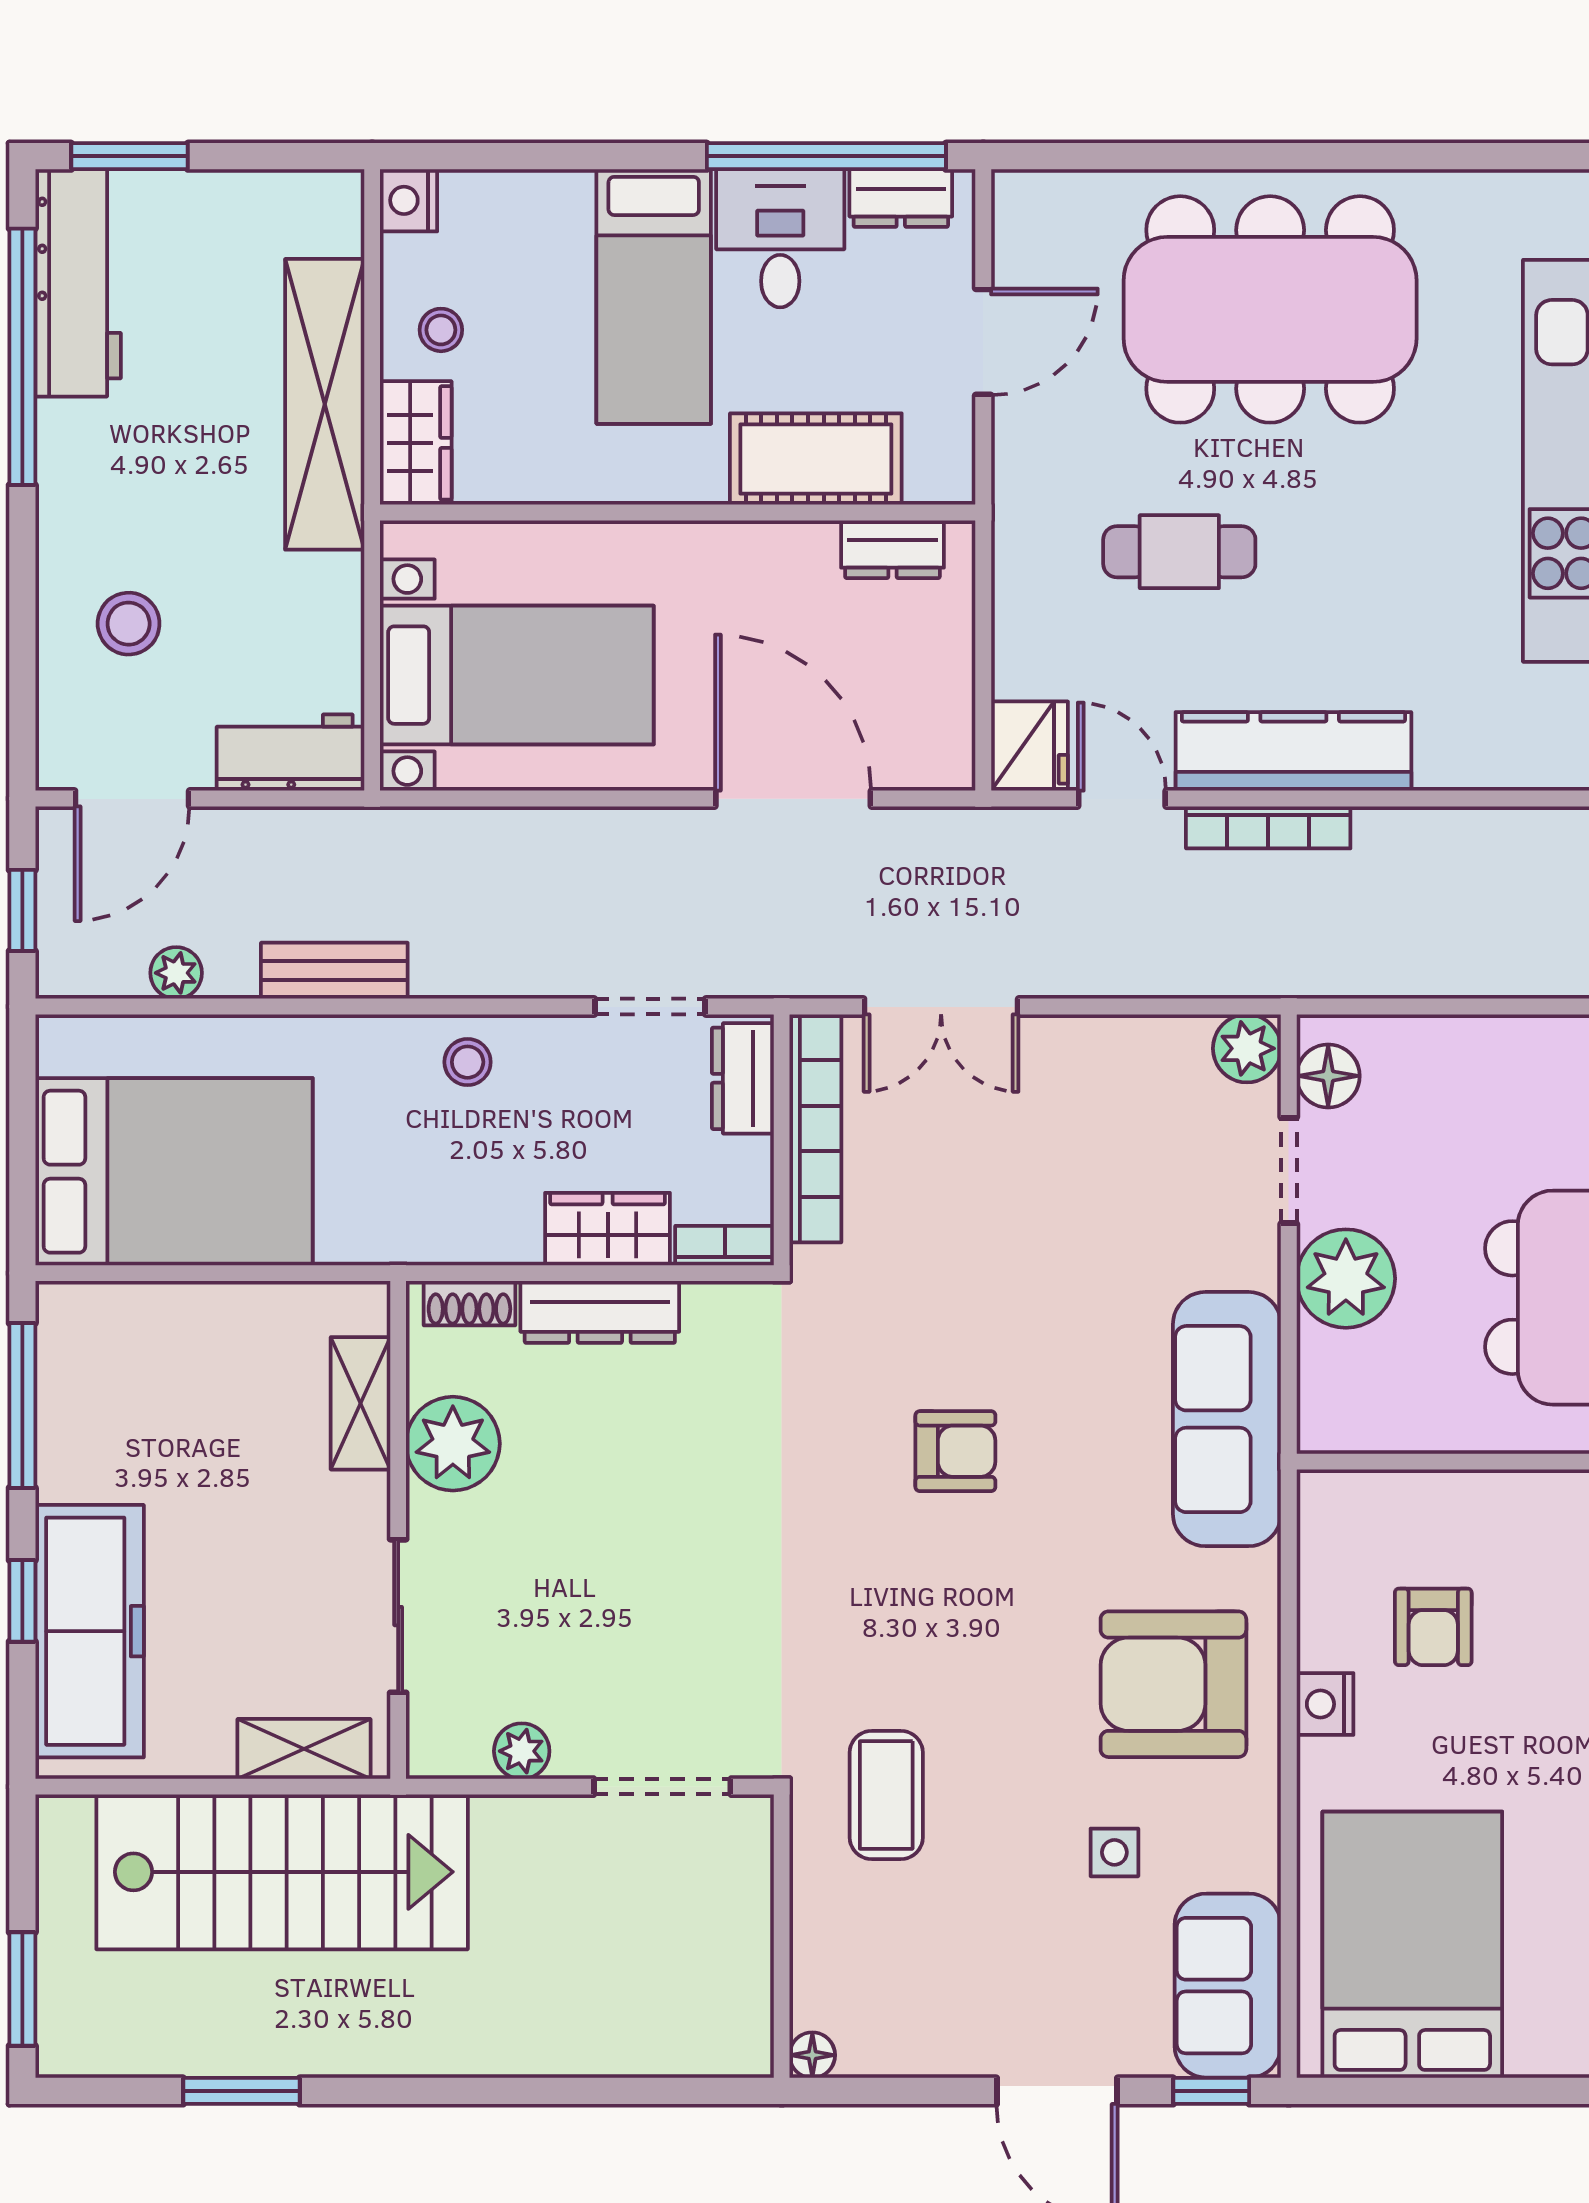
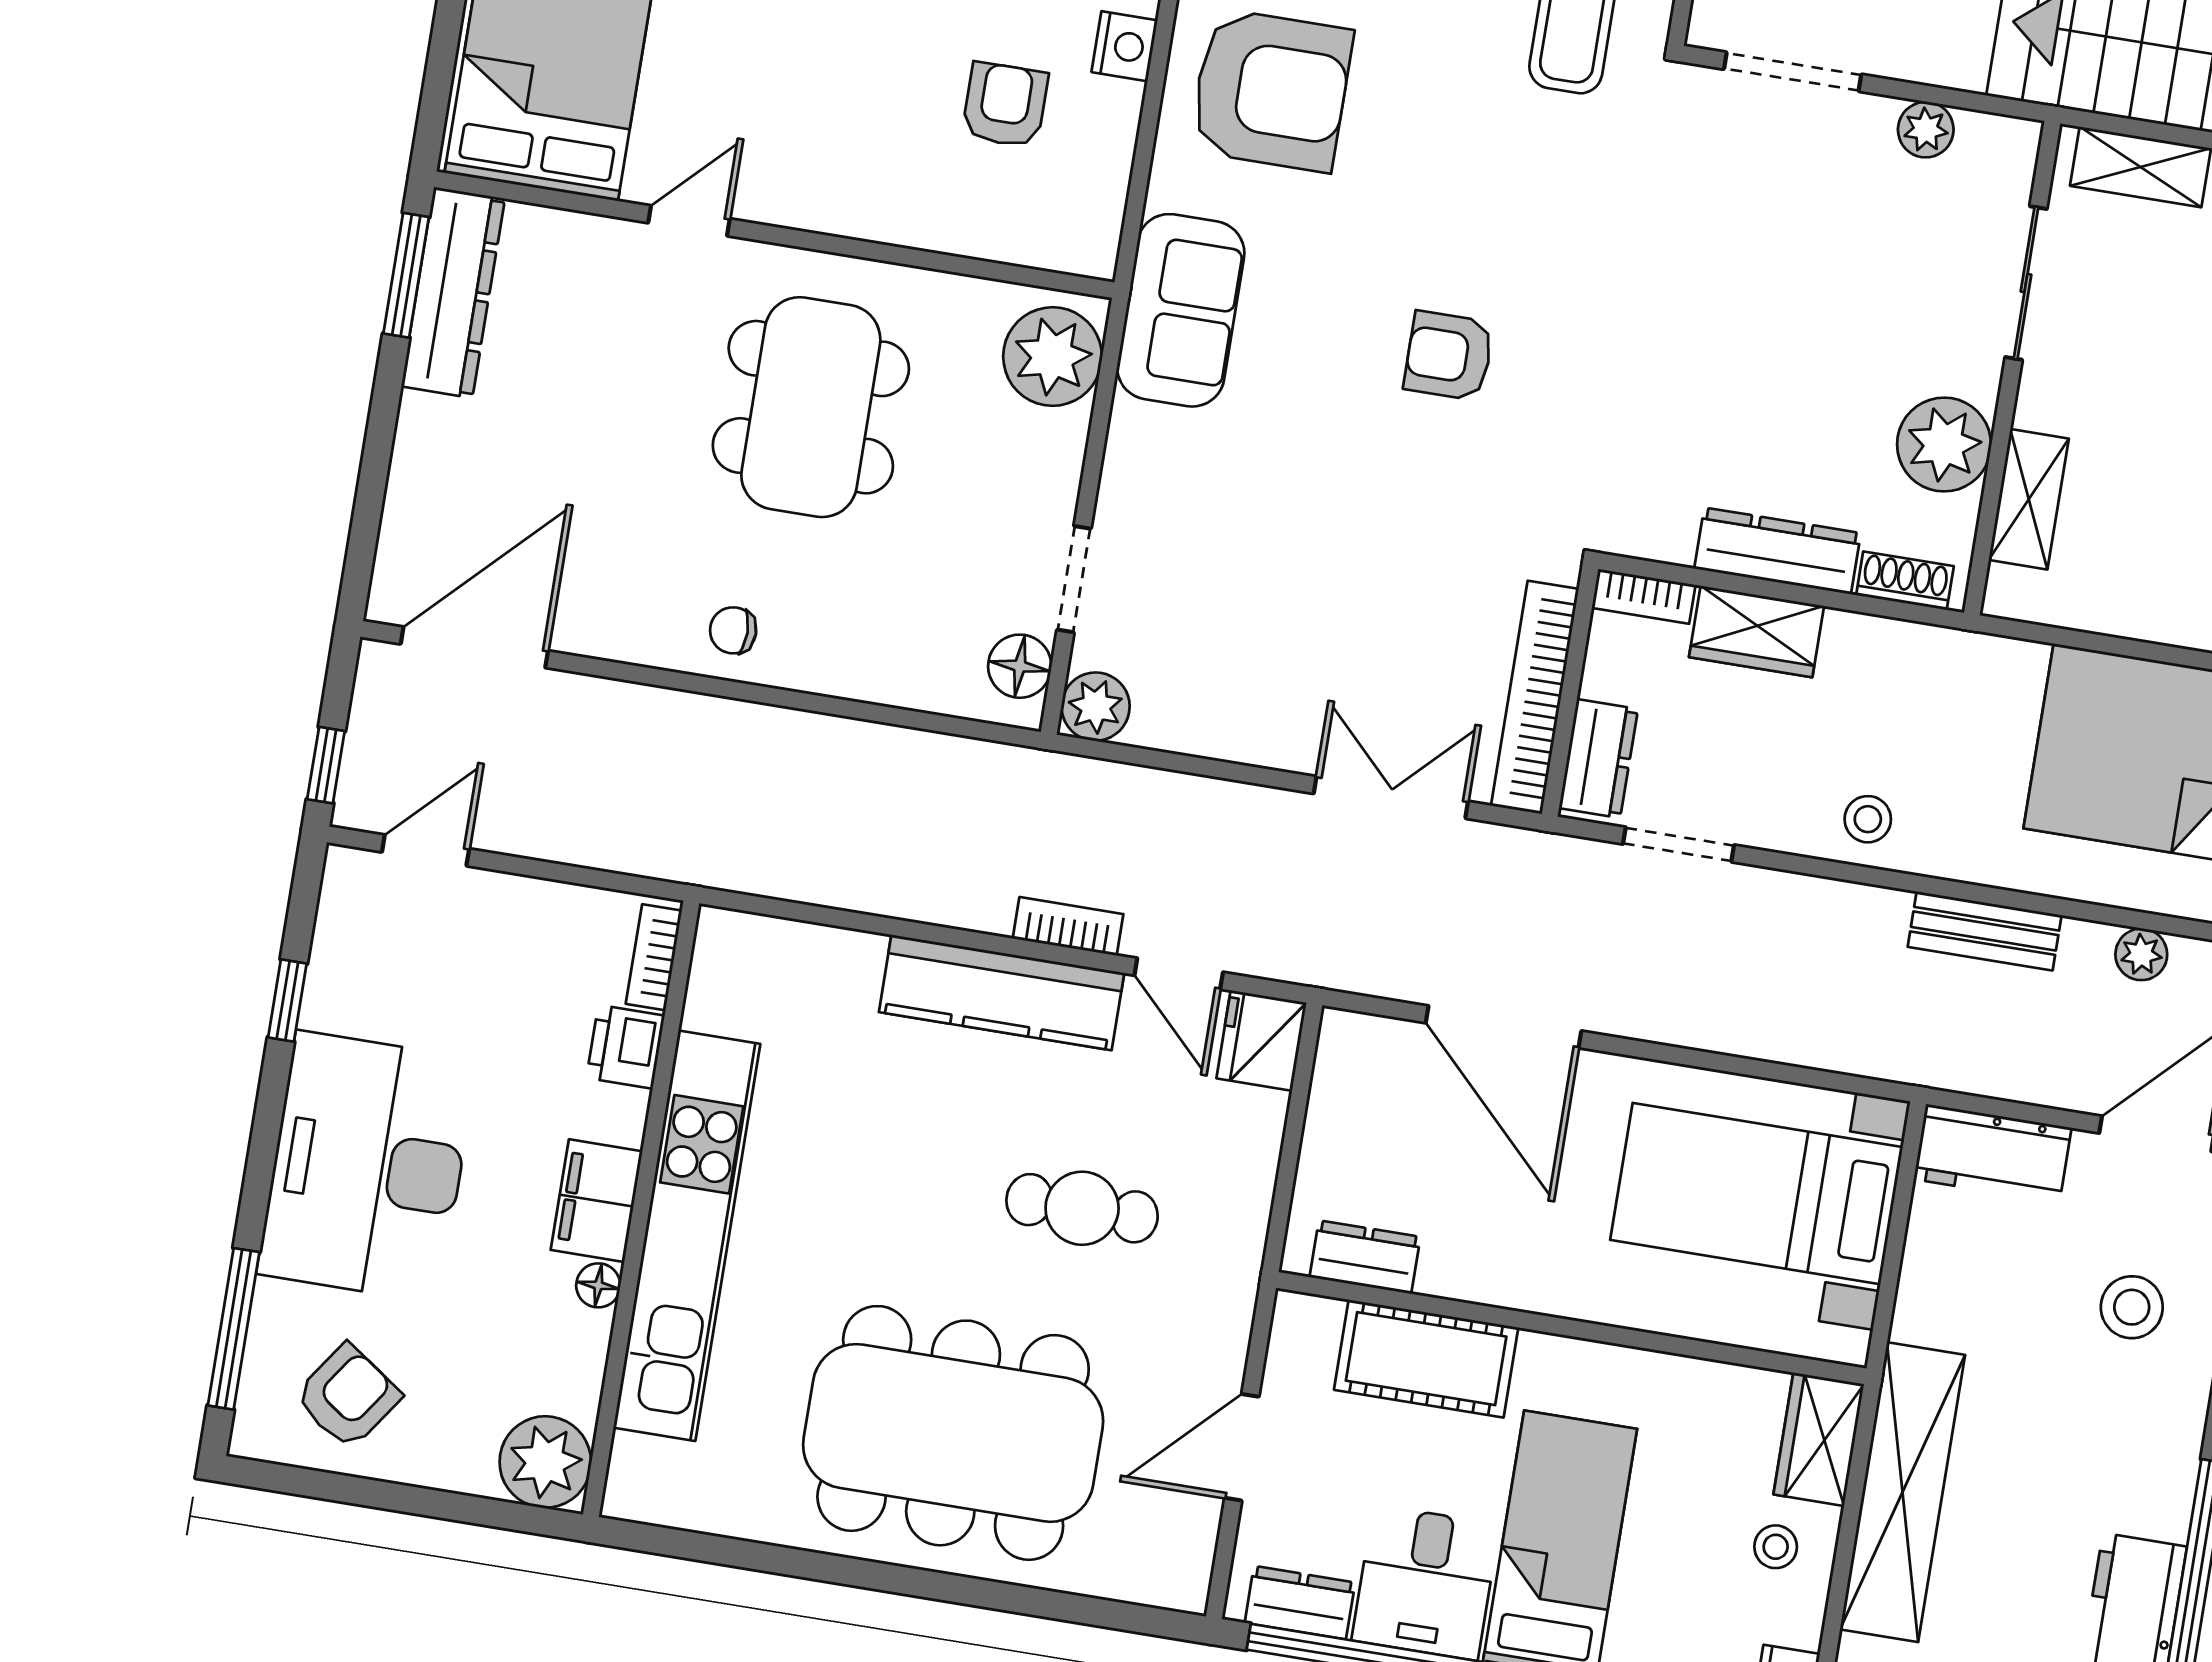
bookcase: (1268, 827) -> (1068, 926), width x0.64
plant: (1346, 1279) -> (1053, 357), moved
sofa: (1227, 1419) -> (1181, 310), width x0.73

